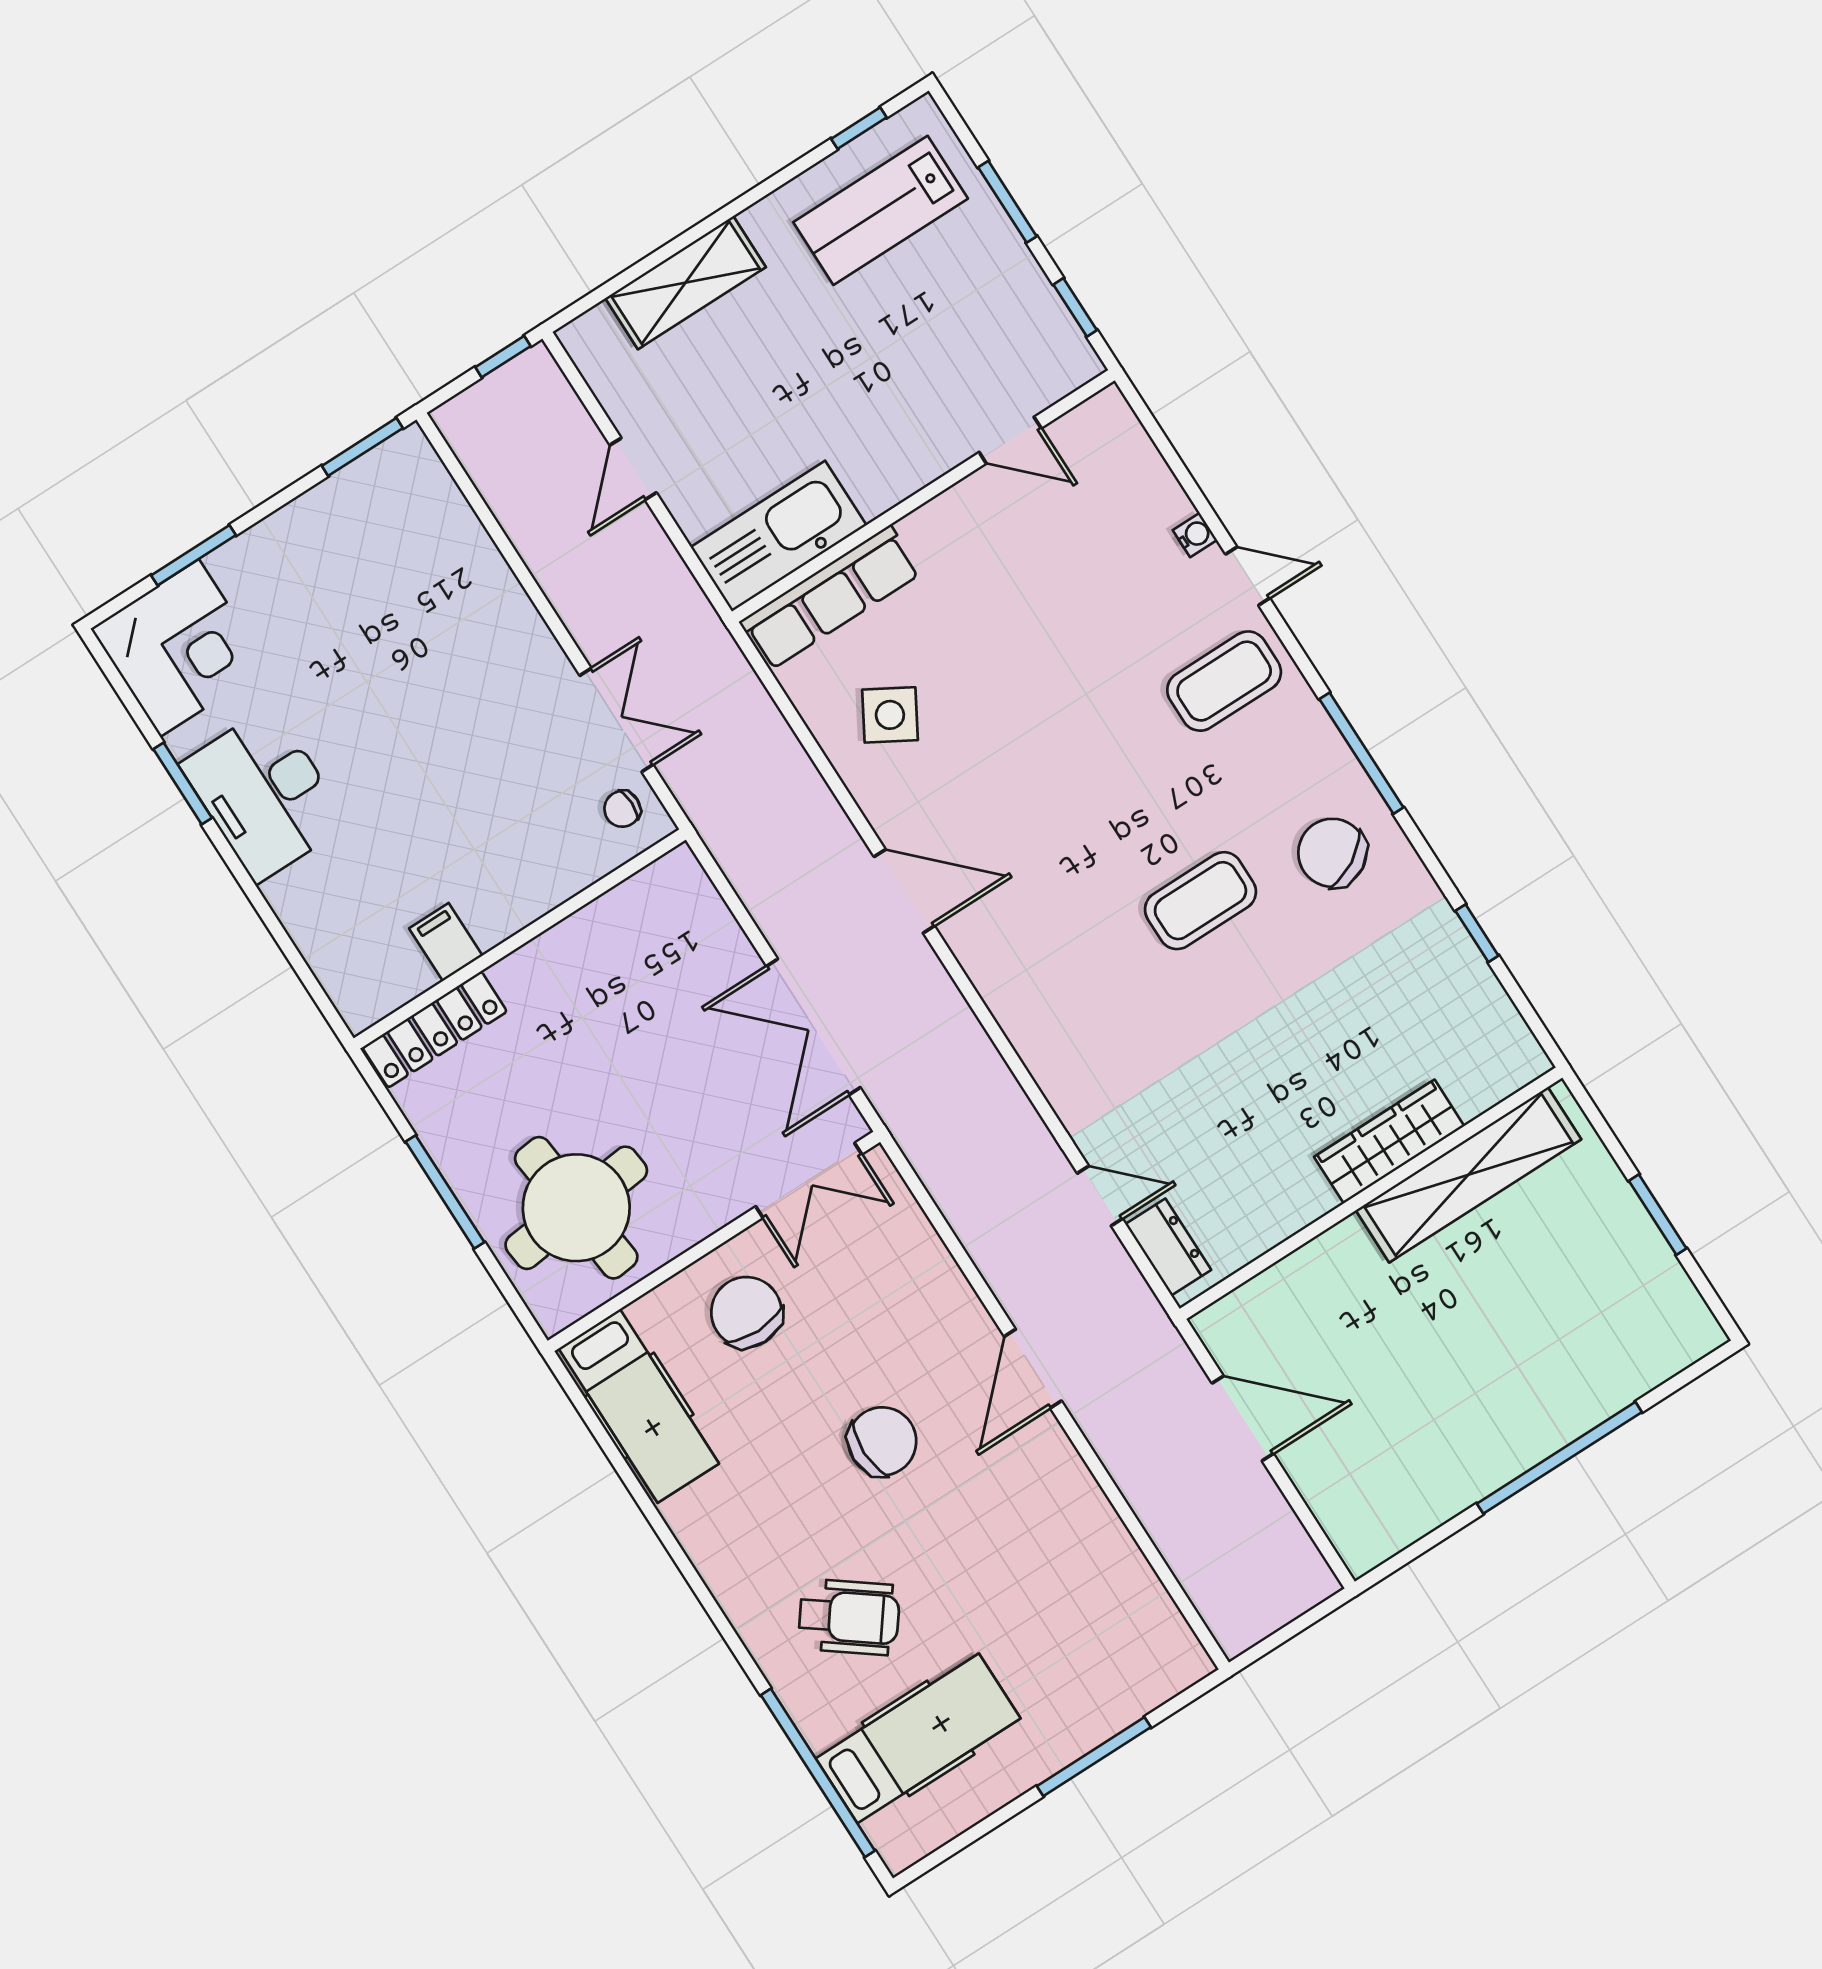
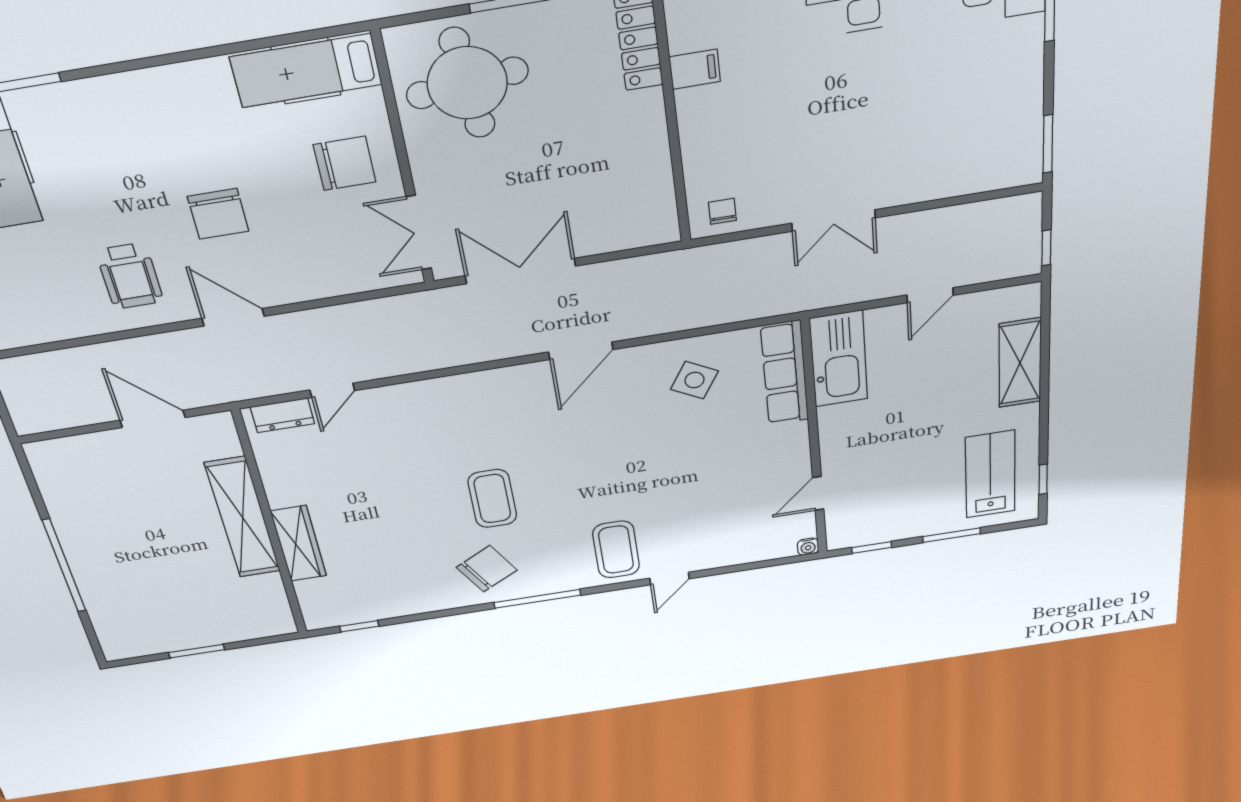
door: (633, 469) -> (930, 295), swing flipped
water cooler: (1195, 535) -> (808, 547), moved
double door: (616, 720) -> (834, 221), moved
window: (1477, 933) -> (359, 626), moved
shelving: (1468, 1175) -> (243, 518), moved
door: (1243, 1418) -> (153, 419), swing flipped
wheelchair: (849, 1617) -> (130, 276), moved, turned -37

